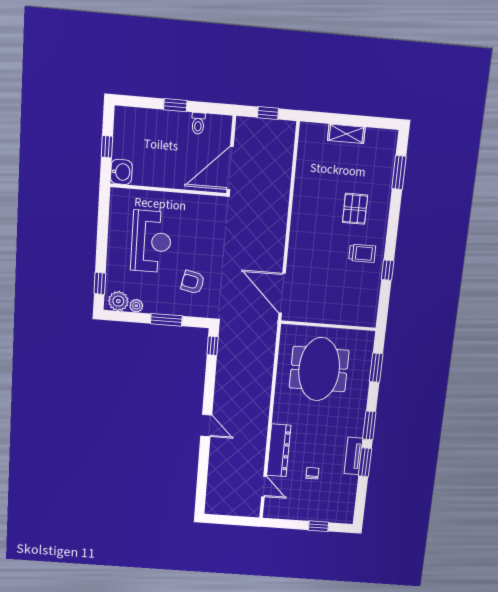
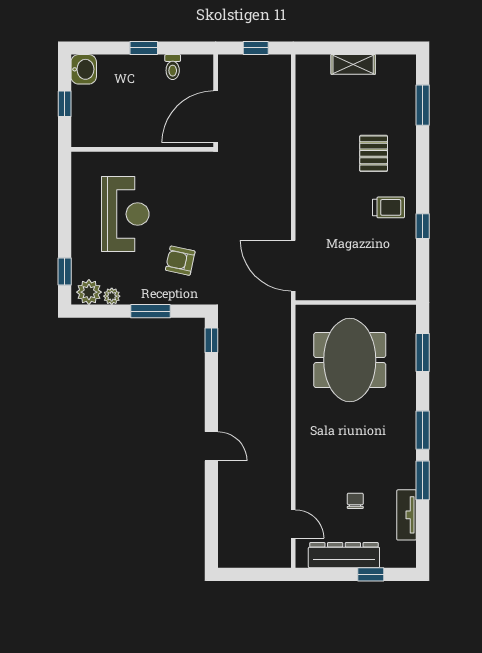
washbasin: (121, 172) -> (84, 69), moved
dresser: (279, 450) -> (344, 555), moved, turned -90
tv unit: (353, 456) -> (407, 515), moved

